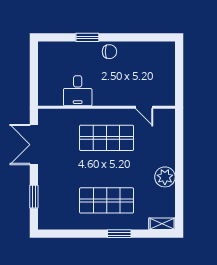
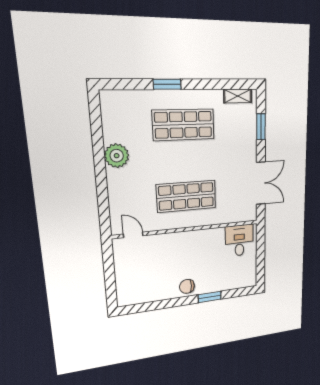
desk: (78, 91) -> (239, 240), moved
door: (144, 107) -> (133, 235), moved
shelving: (162, 224) -> (238, 96), moved

